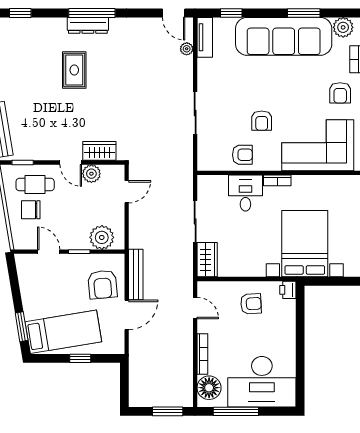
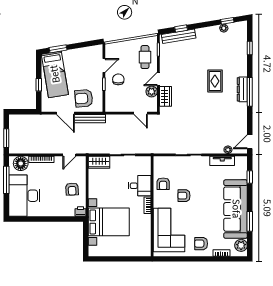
tv unit: (205, 37) -> (222, 161), moved
rug: (74, 70) -> (215, 81), turned 90
chair: (31, 210) -> (118, 79), moved
plant: (102, 237) -> (113, 98), removed

